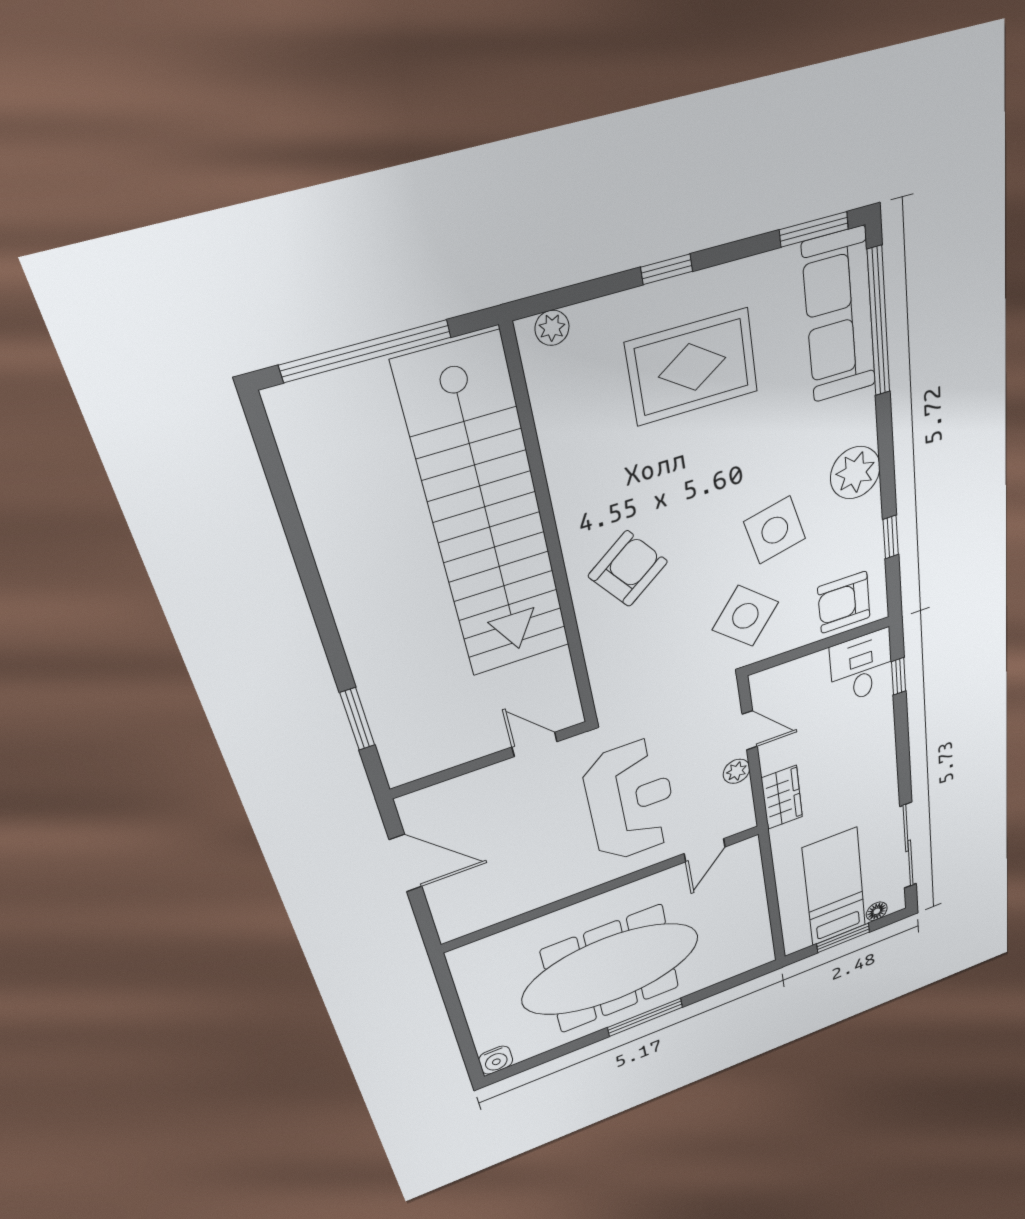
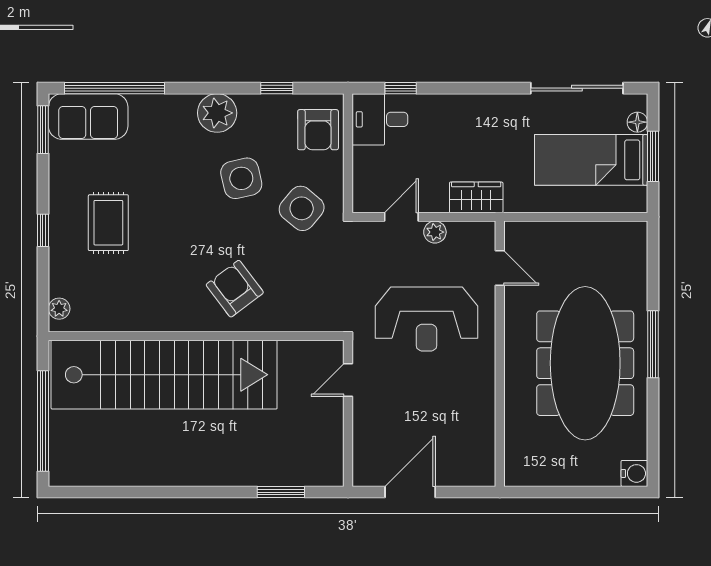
sofa: (839, 316) -> (88, 117), width x0.73
rug: (692, 367) -> (108, 223), width x0.73, depth x0.70
reception desk: (631, 801) -> (426, 319), turned 180

